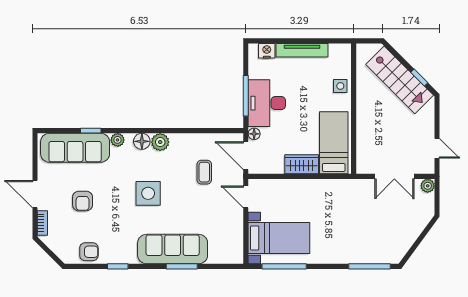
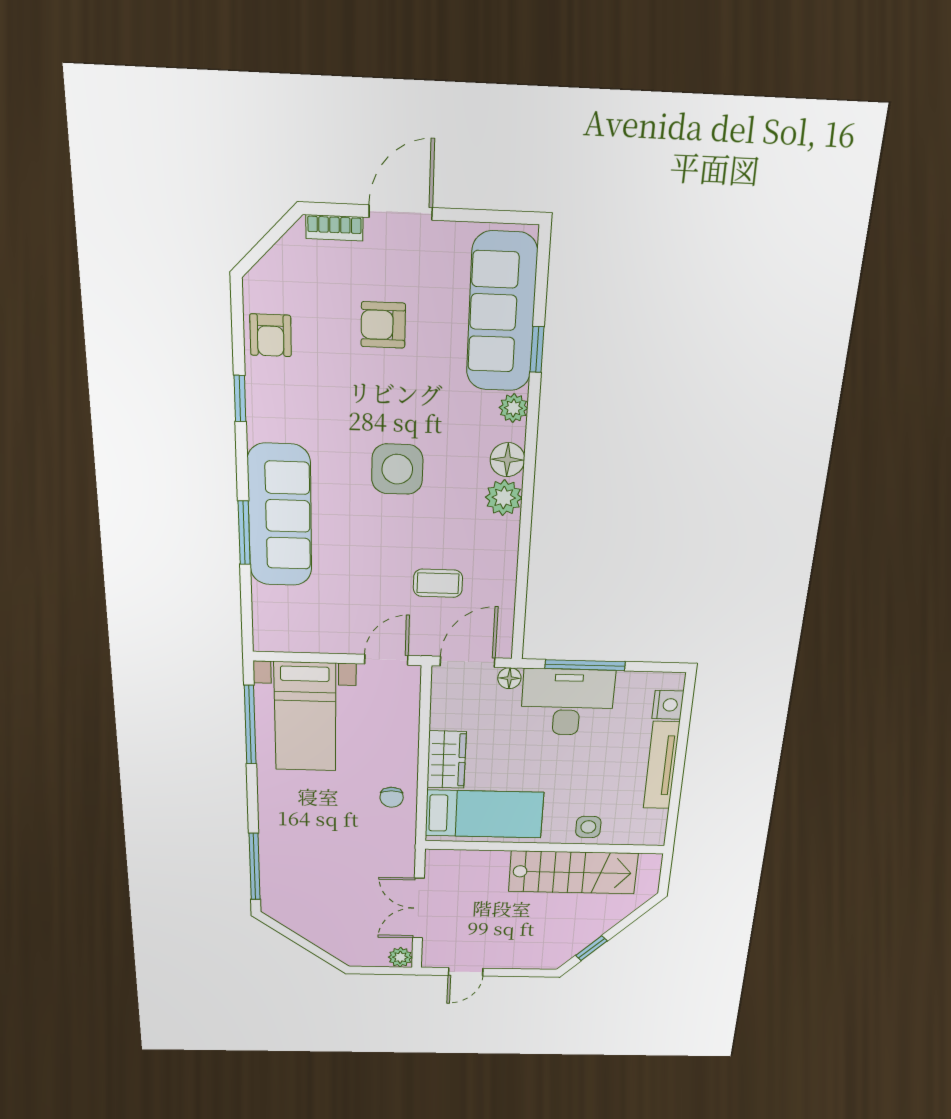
stairs: (400, 80) -> (573, 872), moved, turned -135
chair: (325, 193) -> (392, 797), added

